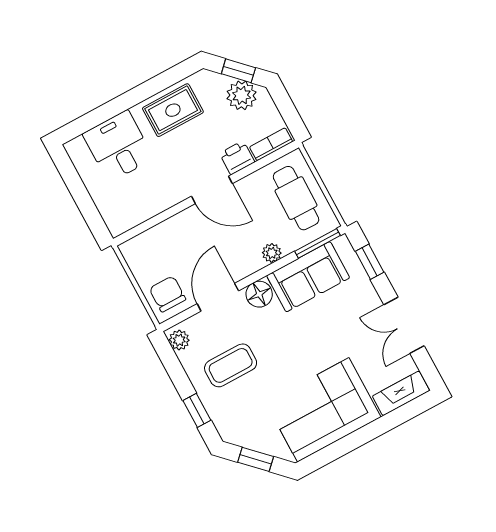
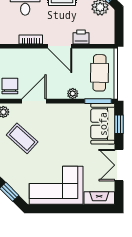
bookcase: (271, 144) -> (31, 39), moved
sofa: (308, 277) -> (103, 124), moved, turned 90
floor lamp: (259, 294) -> (55, 111), removed
coffee table: (231, 365) -> (22, 138), turned 42

